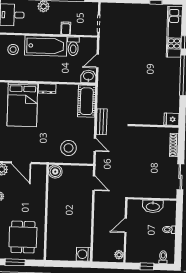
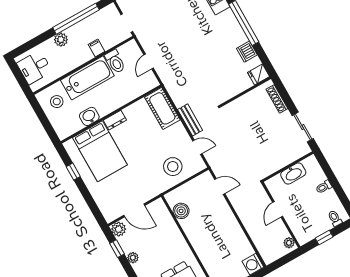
washbasin: (88, 77) -> (89, 116), moved
dishwasher: (173, 97) -> (247, 52), added
boiler: (55, 172) -> (181, 211), moved

